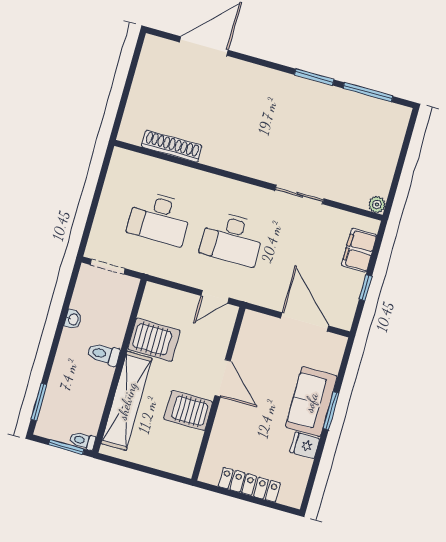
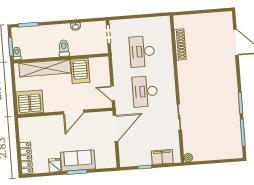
door: (305, 322) -> (115, 128), moved
server rack: (188, 410) -> (30, 102), moved, width x1.60
locker: (249, 485) -> (26, 158), moved

